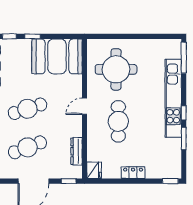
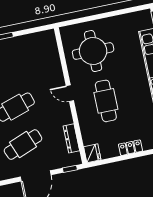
booth: (57, 56) -> (33, 50), removed
door: (84, 106) -> (70, 93), hinge flipped

